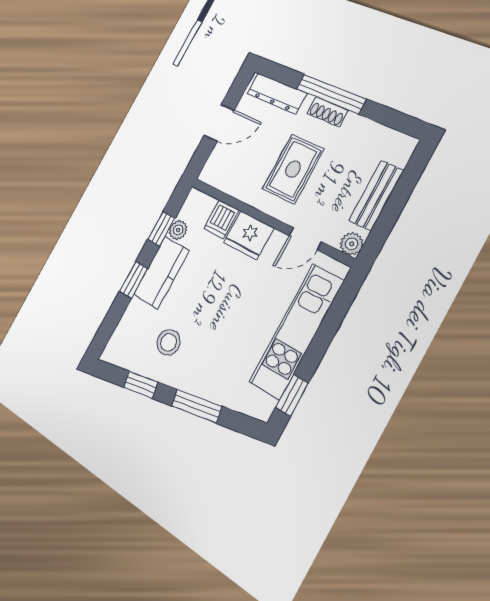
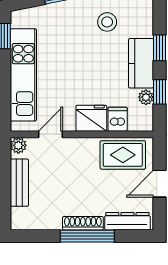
shoe rack: (328, 112) -> (83, 223), width x1.43
rug: (293, 169) -> (123, 155), moved, turned 90

